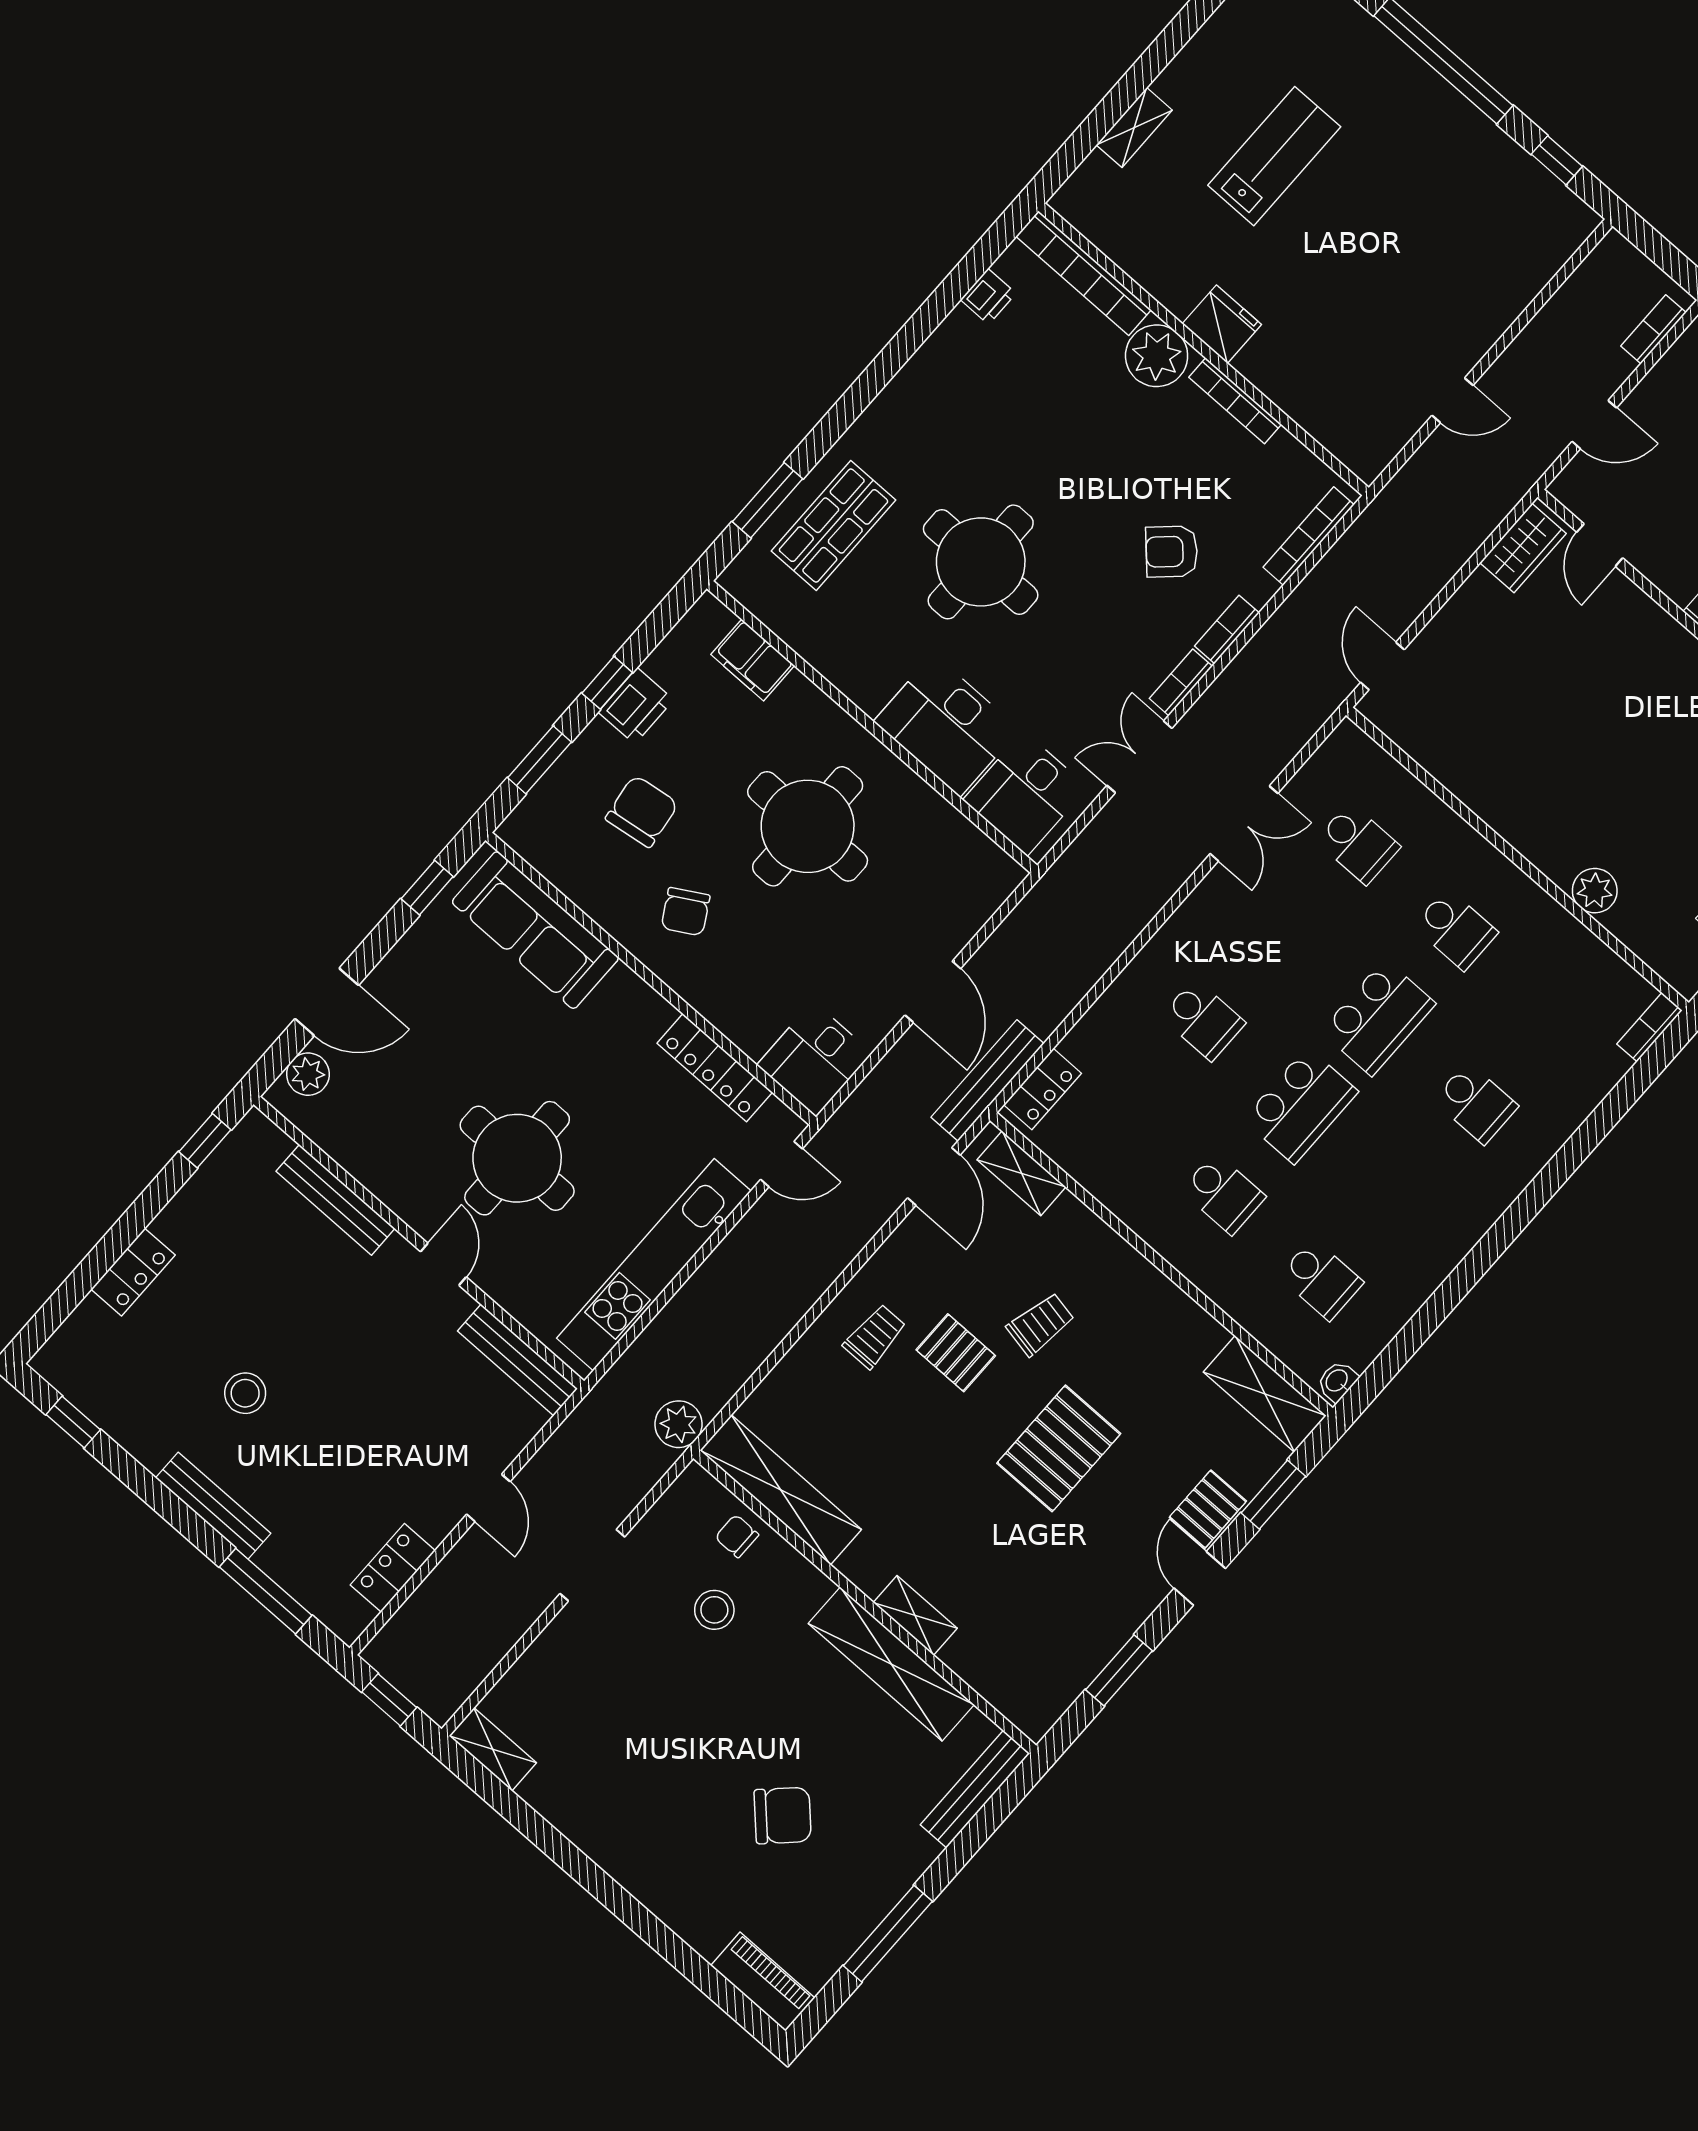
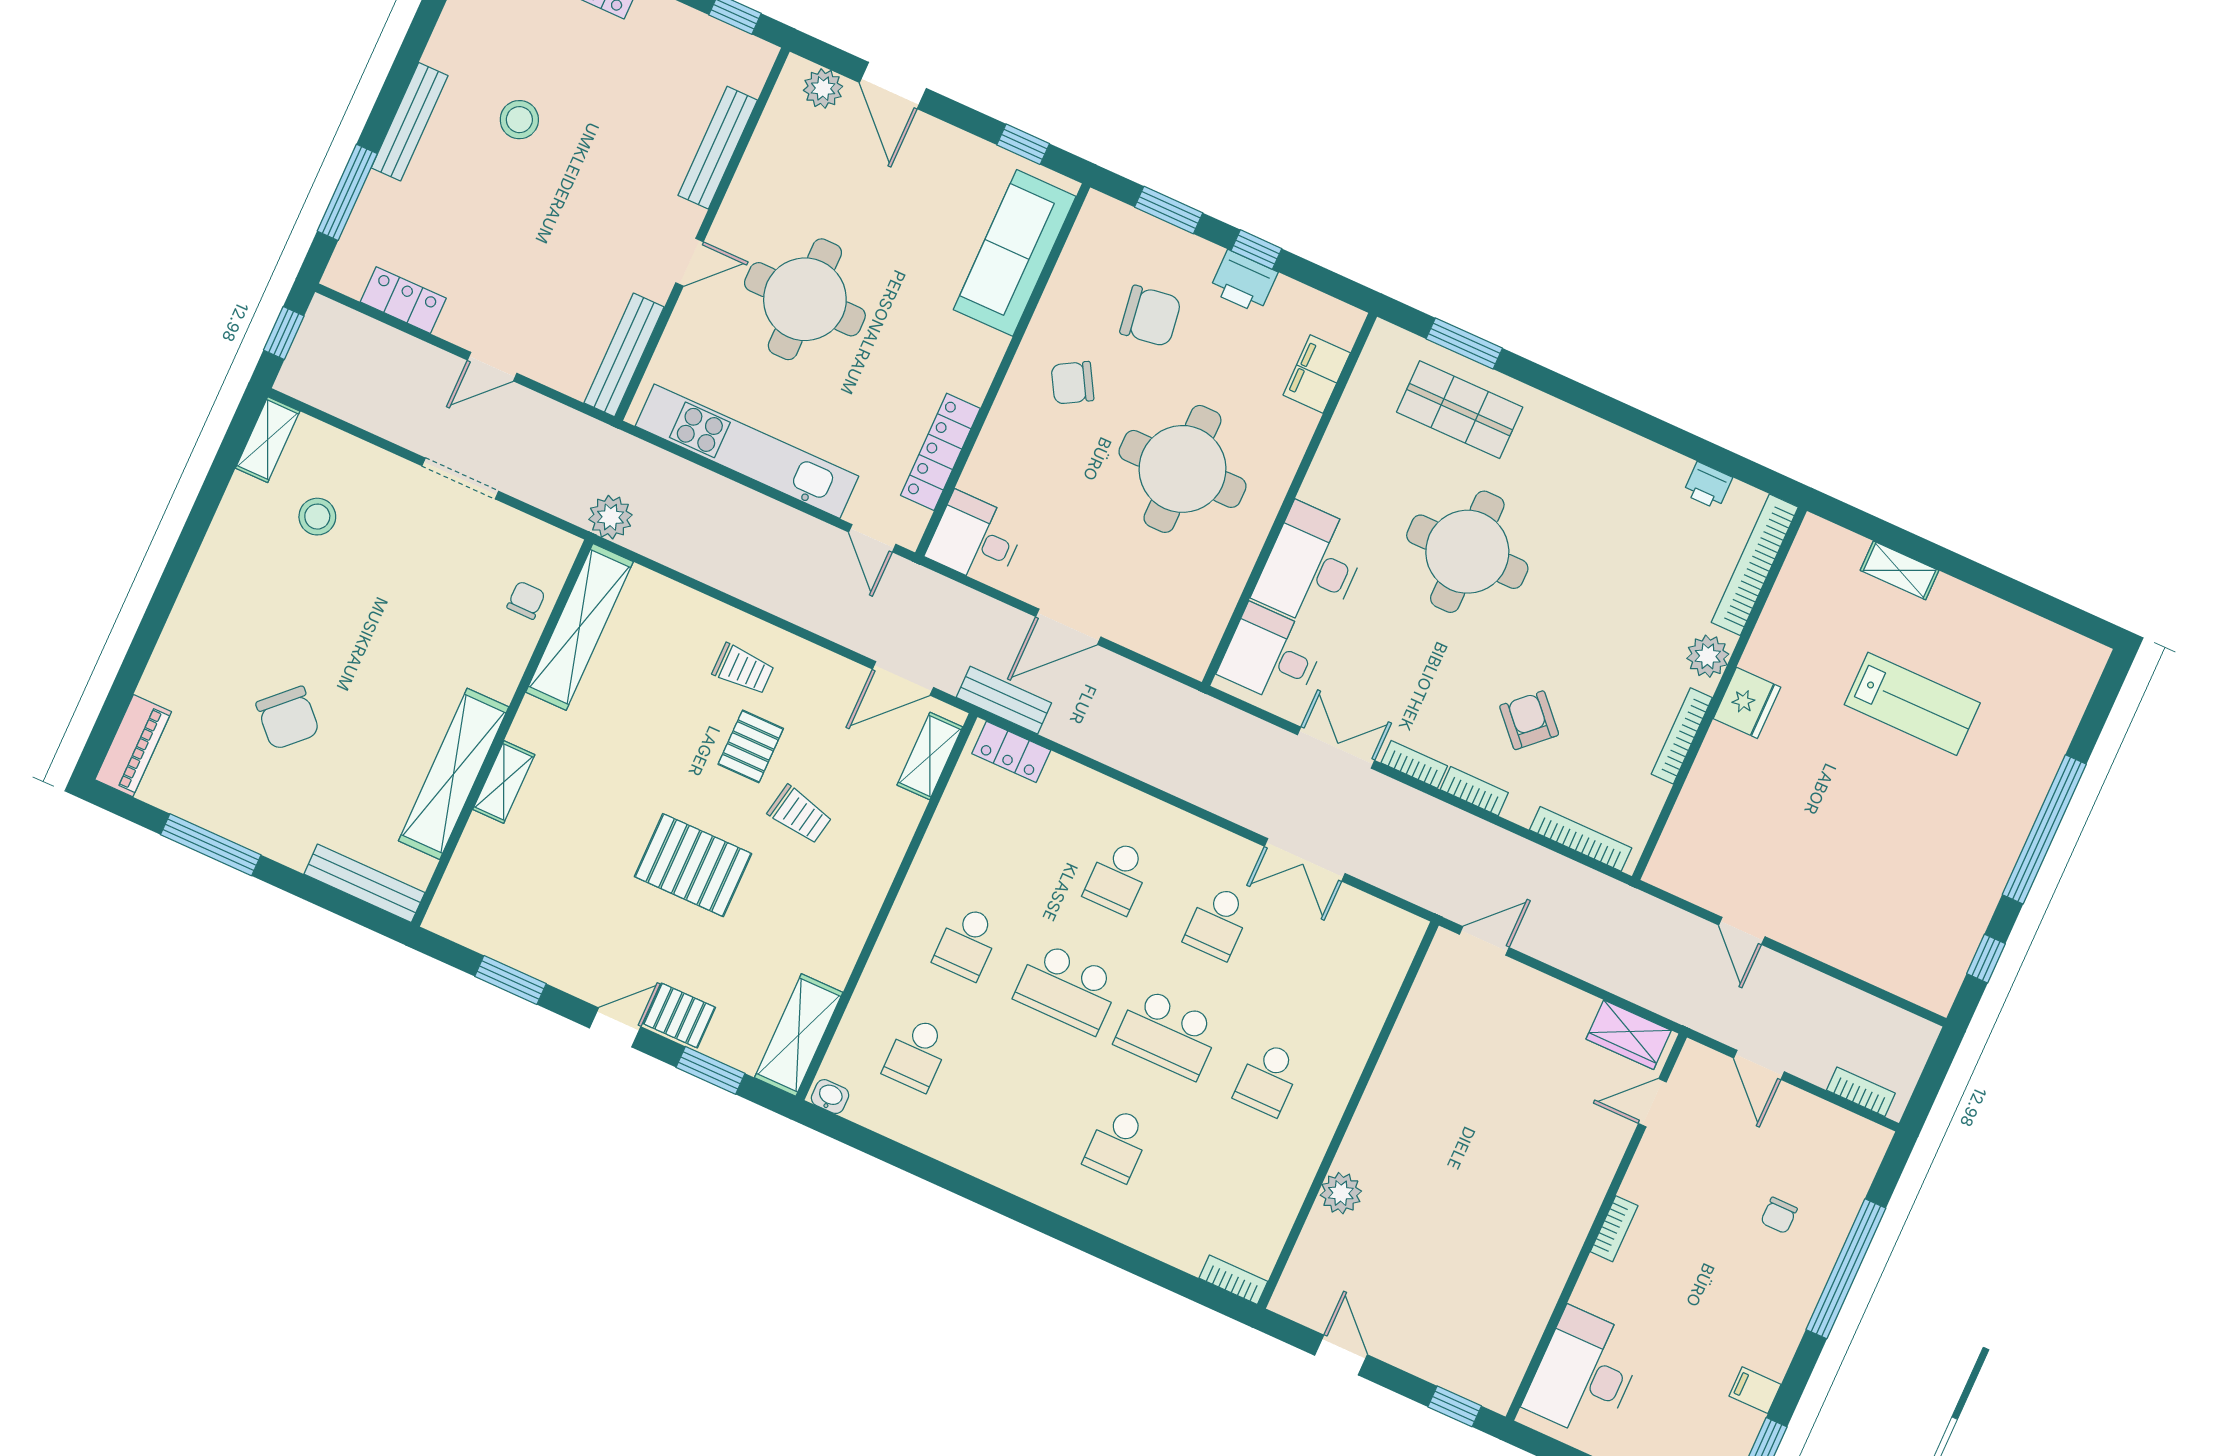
plant: (1157, 356) -> (1708, 656), width x0.73, depth x0.73
school desk: (1358, 844) -> (1218, 922), moved
bench: (988, 1080) -> (1004, 700), width x0.73
stool: (714, 1610) -> (317, 517), moved

